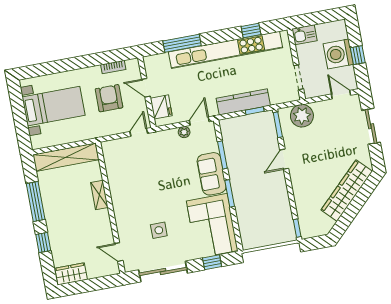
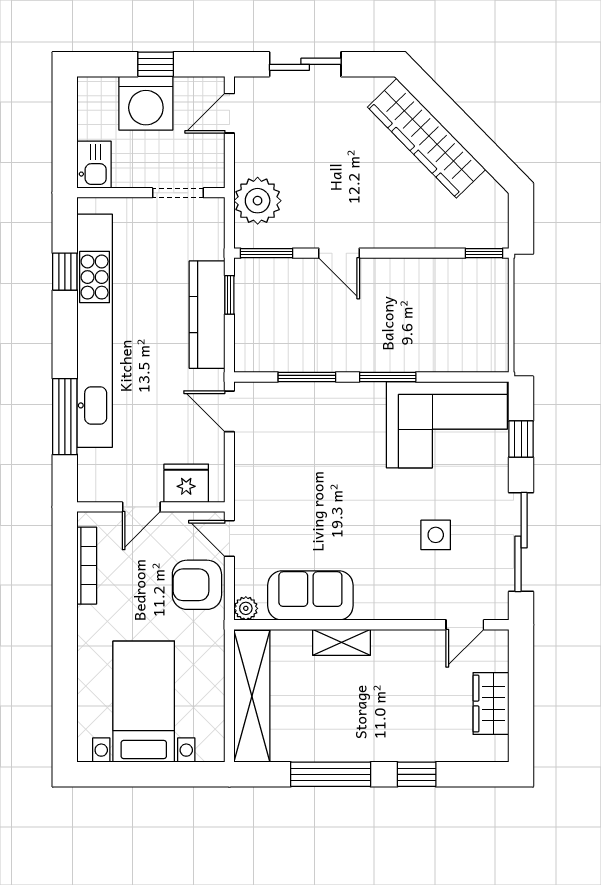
bookcase: (113, 67) -> (87, 566), width x1.56
armchair: (109, 98) -> (197, 585), moved
plant: (184, 132) -> (246, 608), moved
sofa: (212, 174) -> (310, 595), moved, turned 180
wardrobe: (71, 274) -> (491, 704), moved

